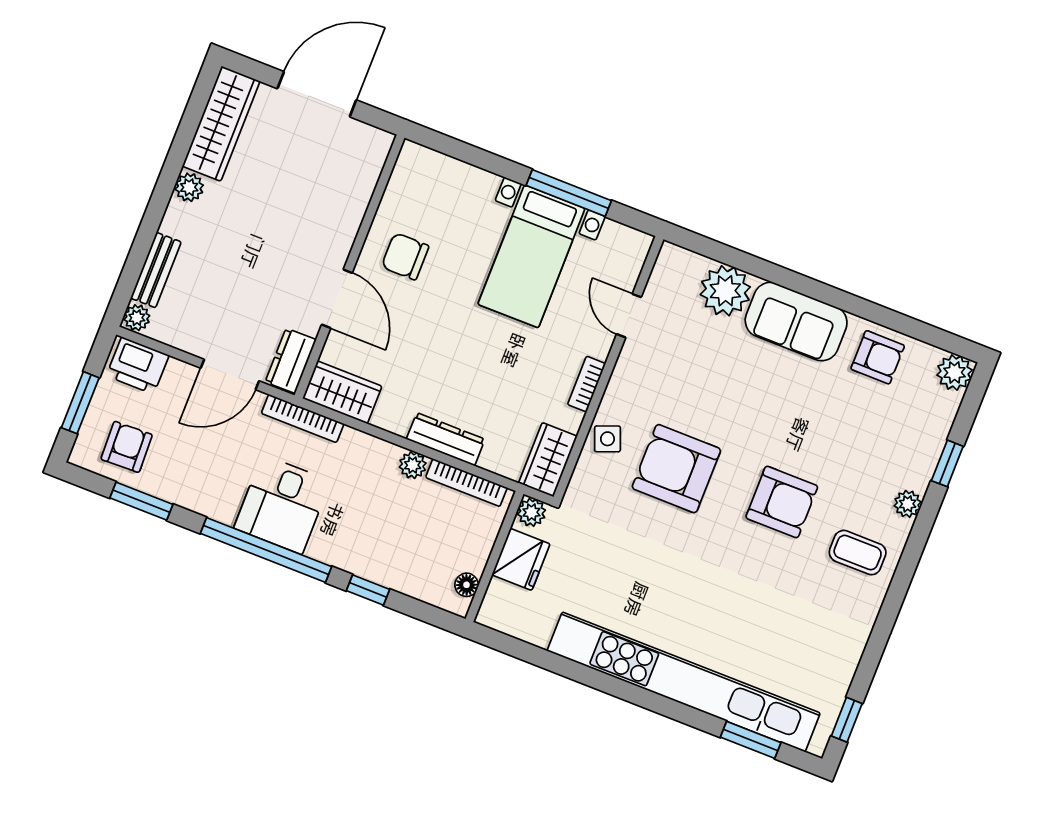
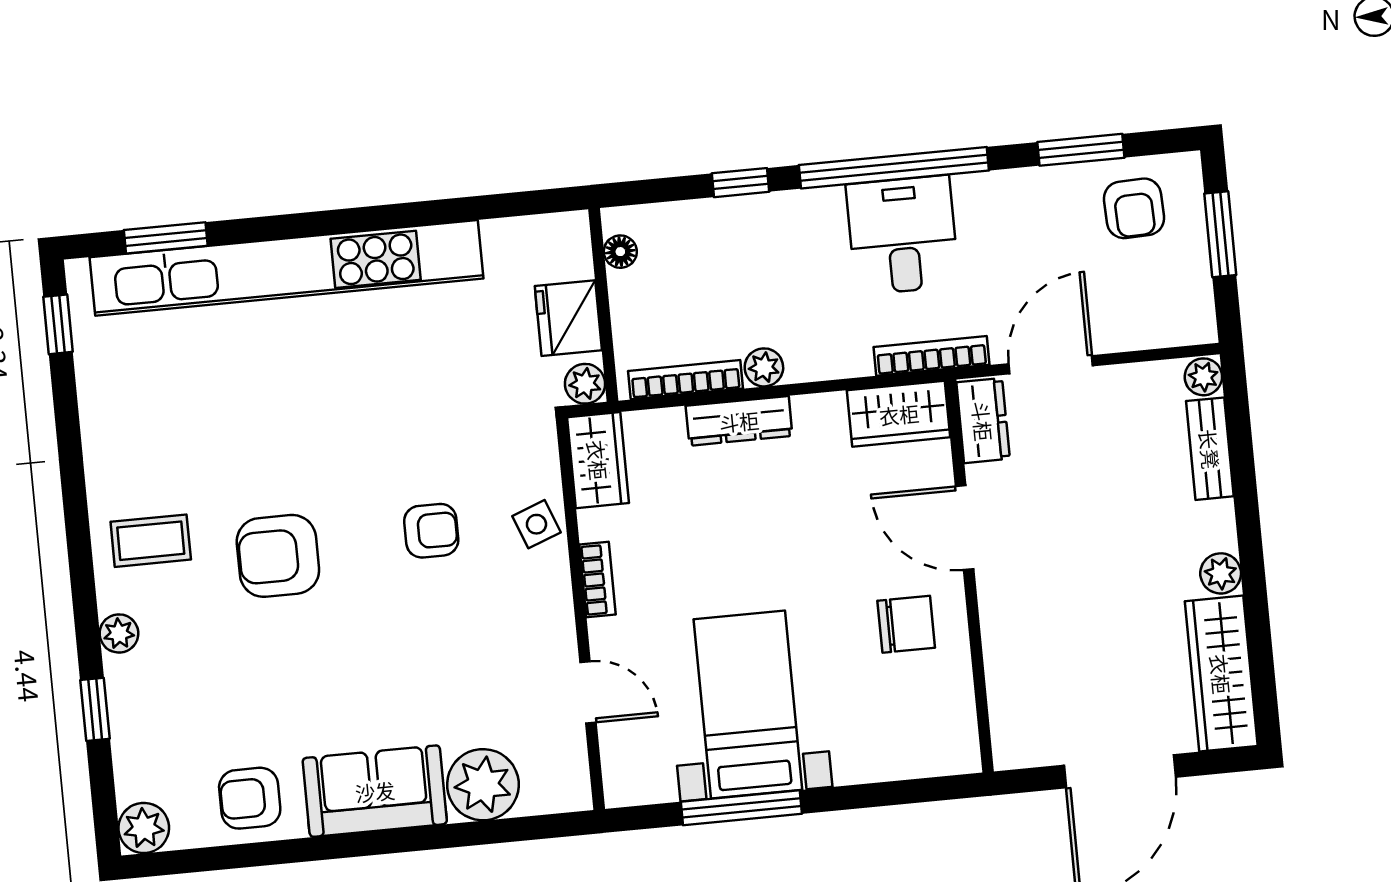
printer: (138, 365) -> (1172, 317), removed
armchair: (676, 469) -> (431, 531), width x0.53, depth x0.53

